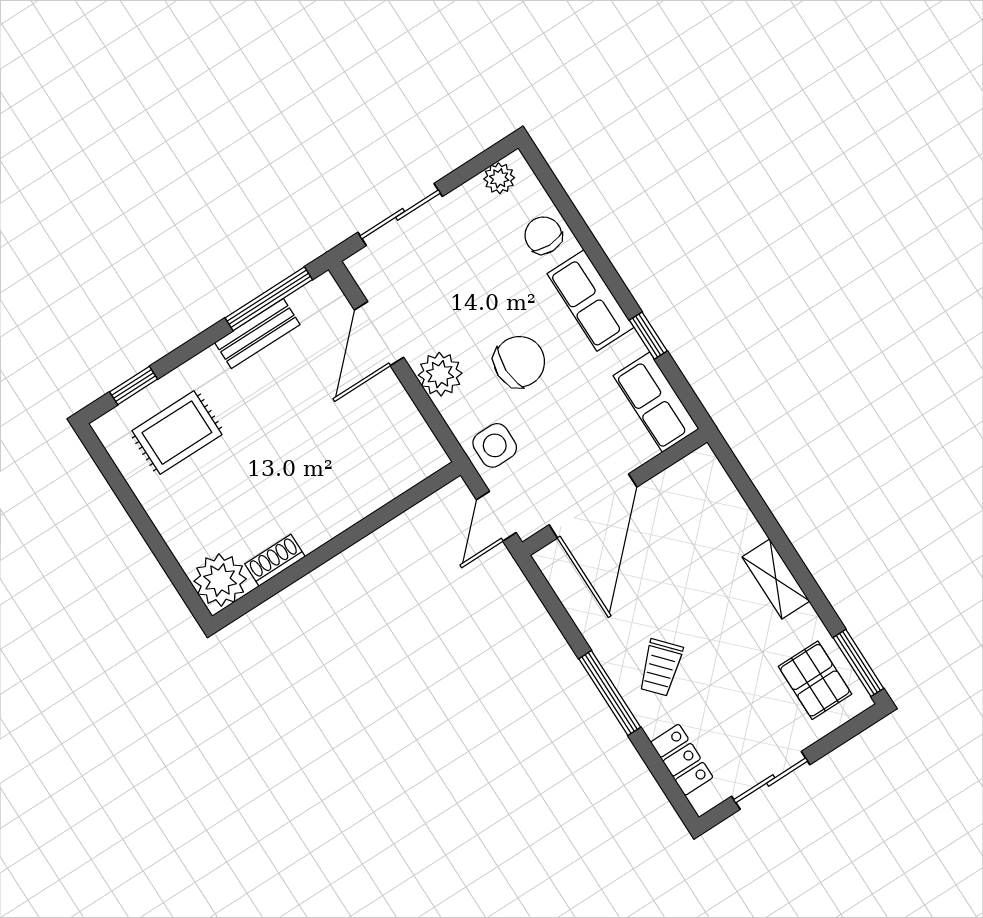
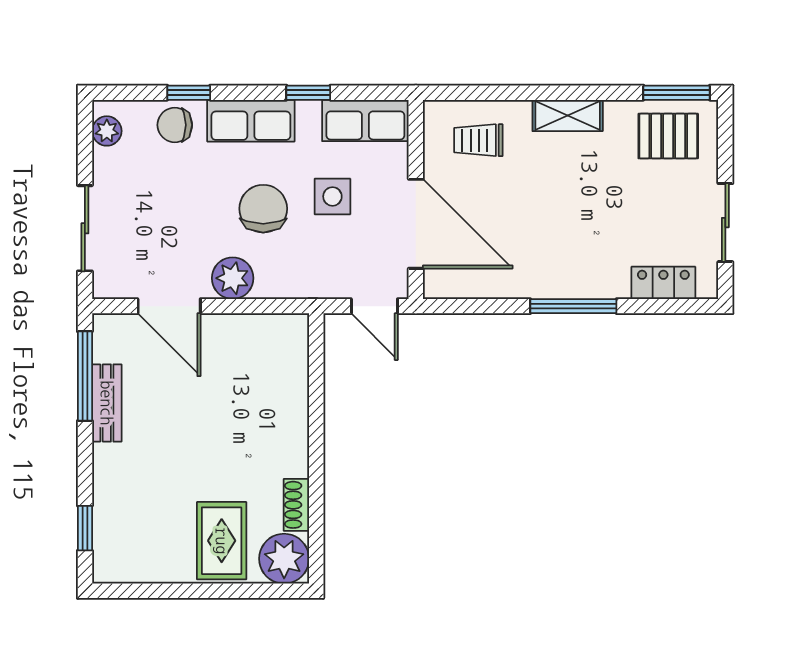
window: (580, 229) -> (189, 93), added
rug: (177, 433) -> (222, 541), moved
side table: (495, 445) -> (332, 196), moved
trolley: (661, 668) -> (478, 140), moved, turned 132

